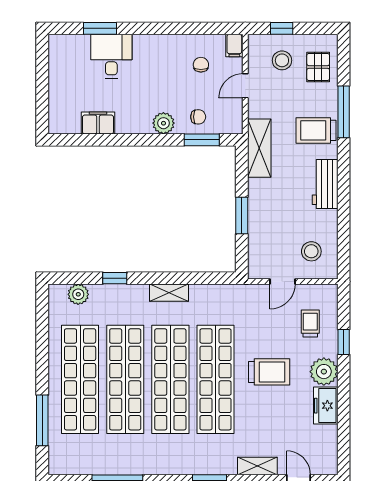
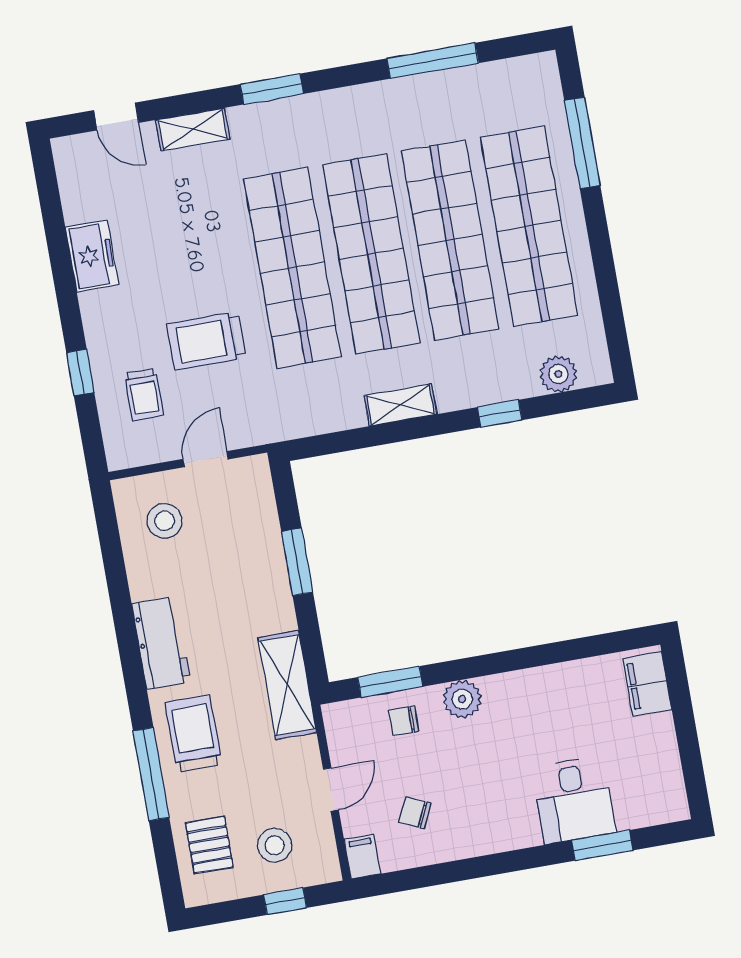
chair: (201, 65) -> (415, 813), turned 115
filing cabinet: (98, 123) -> (647, 684), moved, turned 90
trolley: (316, 130) -> (194, 733), turned -90
trolley: (269, 372) -> (206, 341), moved
plant: (324, 372) -> (106, 315), removed

